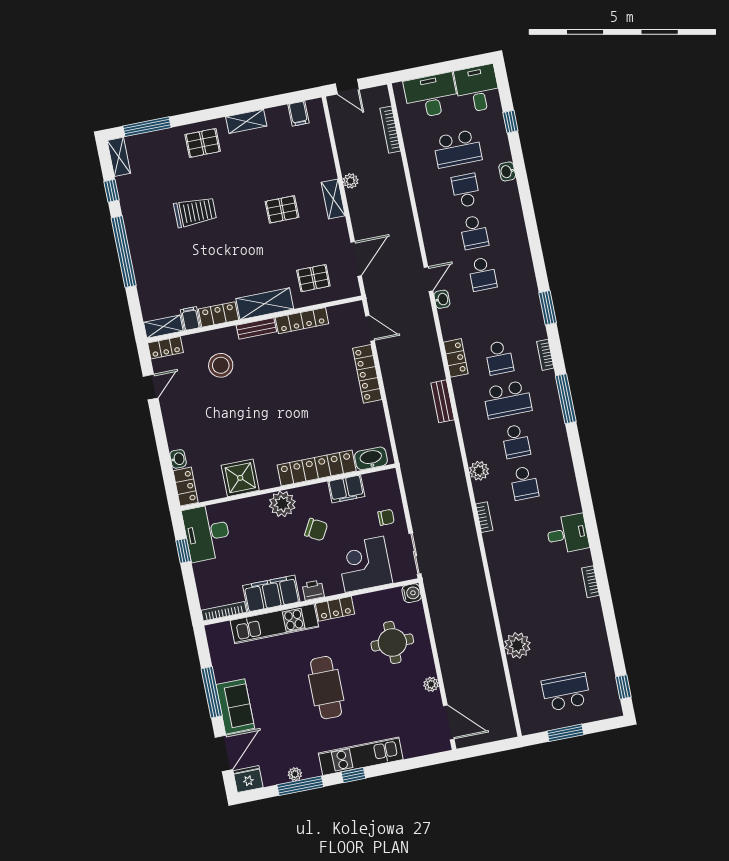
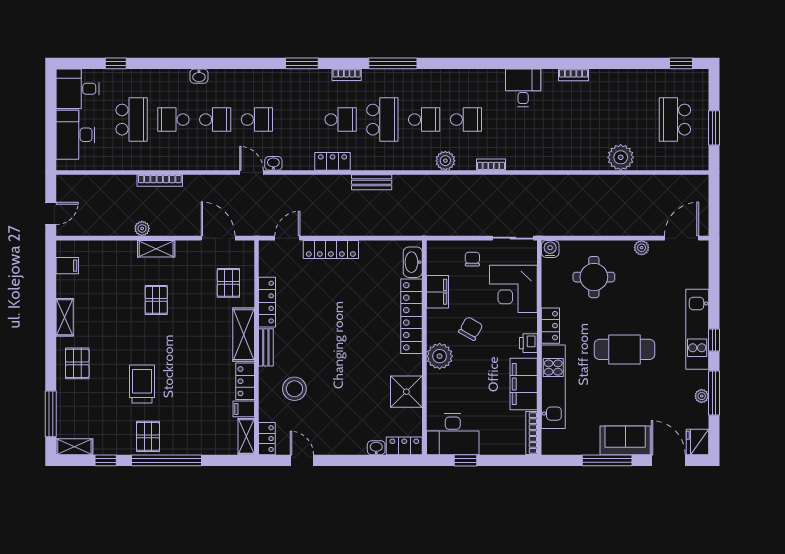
bookcase: (390, 130) -> (160, 180), moved
washbasin: (507, 171) -> (199, 76), moved
pallet: (144, 228) -> (148, 436), added

